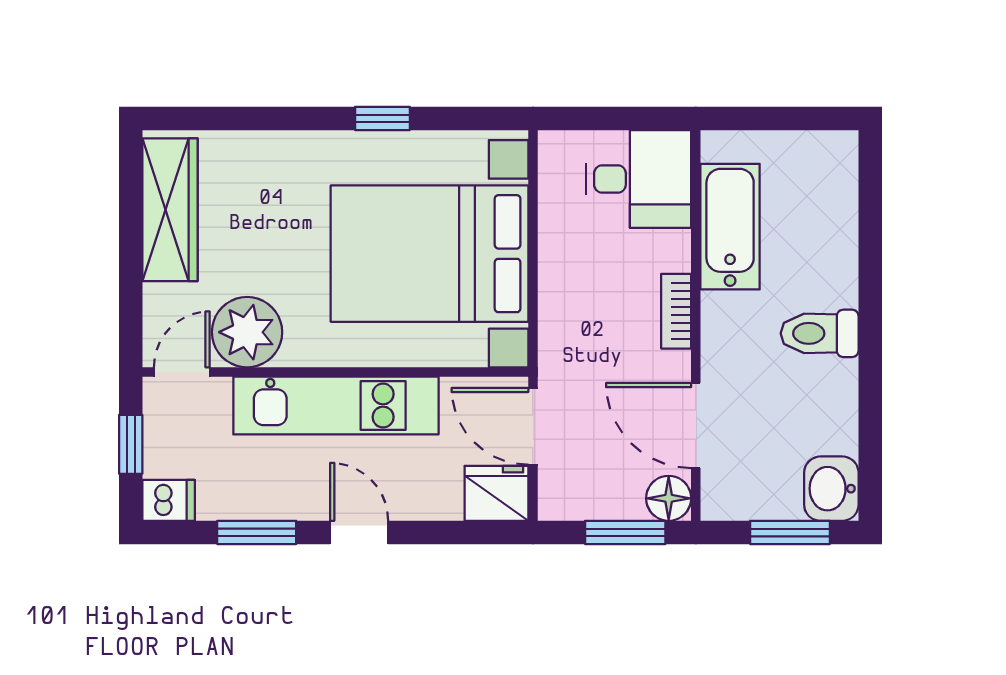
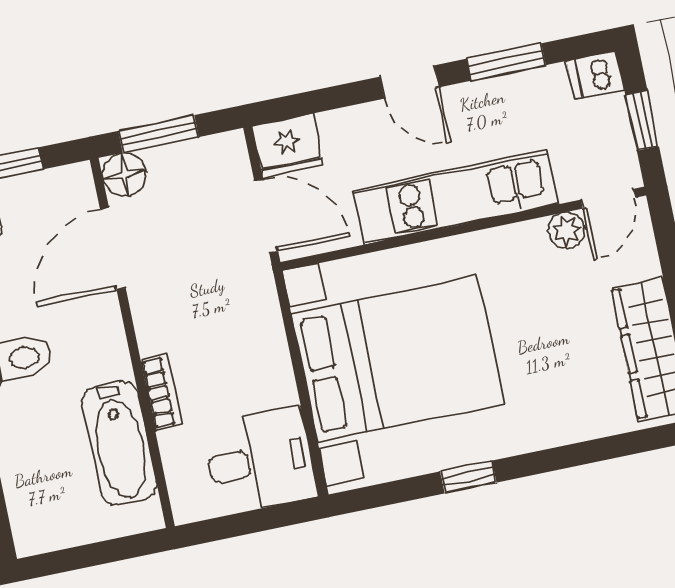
desk: (638, 179) -> (260, 460), moved, turned 180
bookcase: (676, 311) -> (162, 392), moved
plant: (247, 332) -> (567, 230), width x0.53, depth x0.53
door: (696, 425) -> (113, 249), swing flipped

